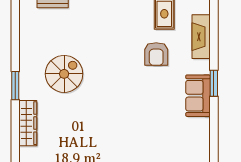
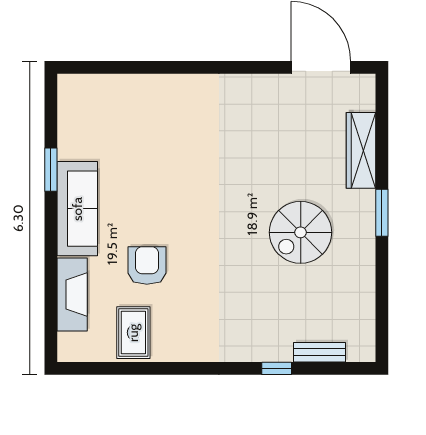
window: (214, 83) -> (51, 170), moved
sofa: (198, 96) -> (77, 209), width x1.36

